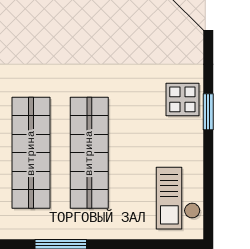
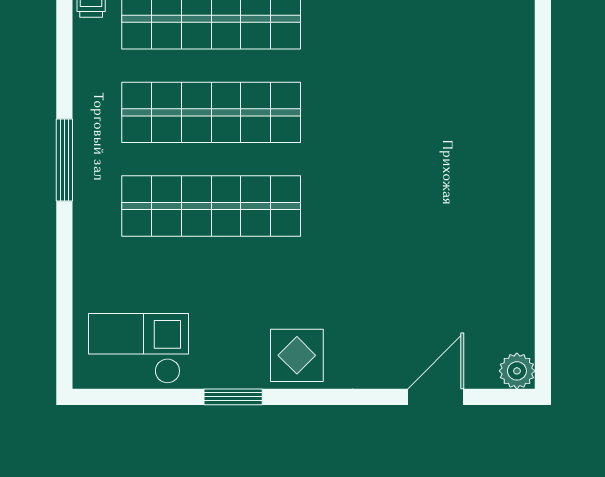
window: (208, 112) -> (233, 397), moved

